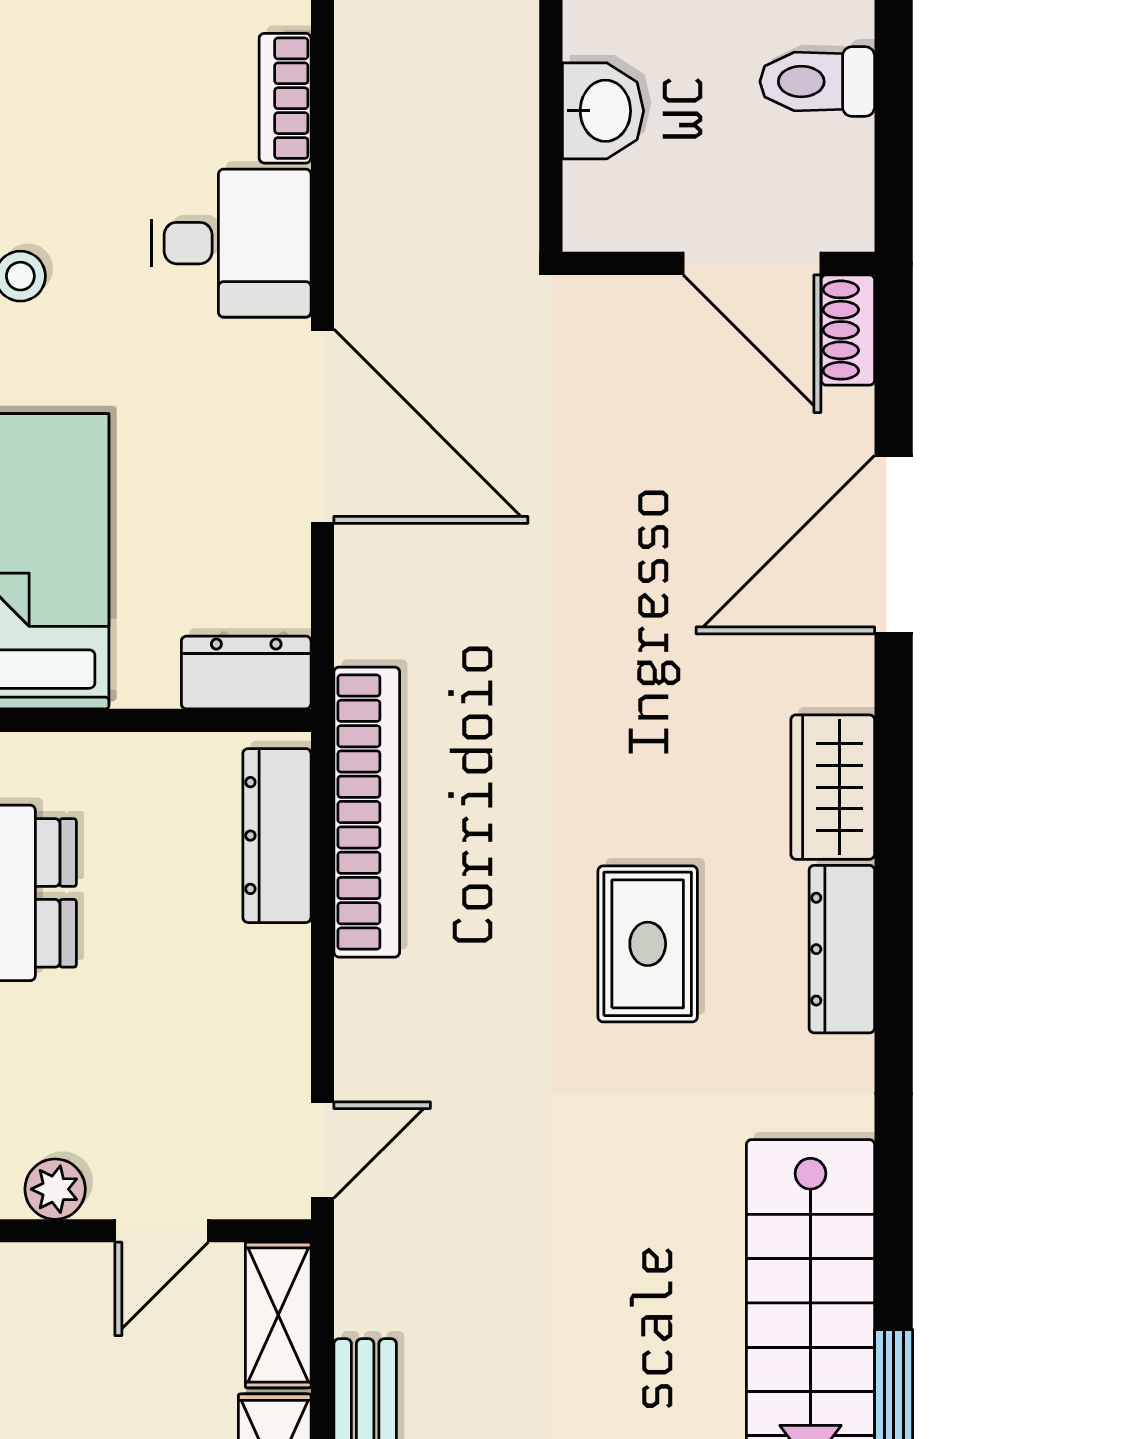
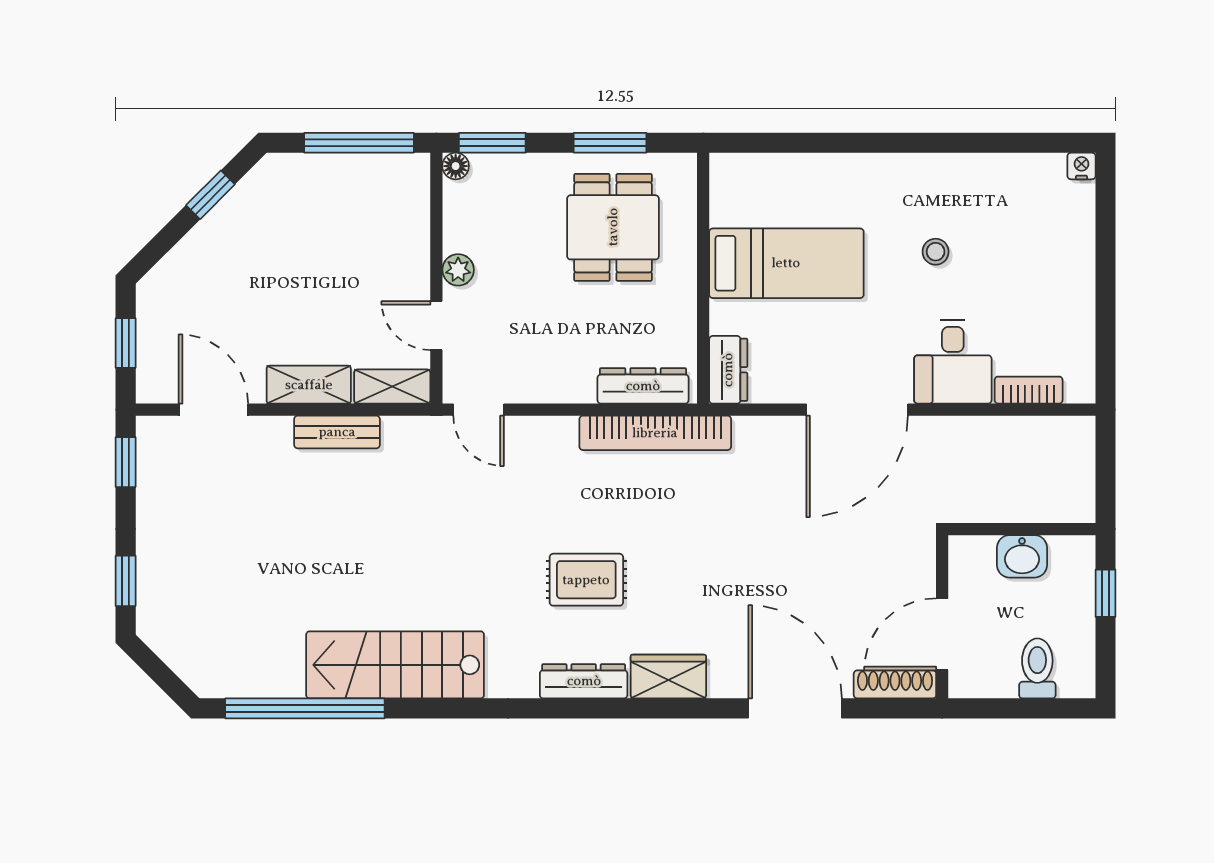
shoe rack: (848, 330) -> (895, 684), width x1.43

